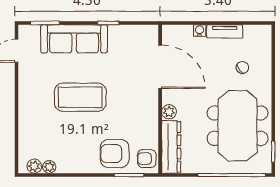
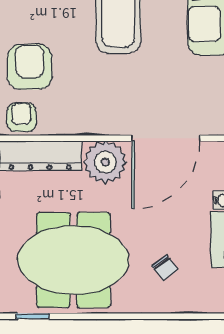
plant: (169, 112) -> (105, 162), width x1.88, depth x1.88

